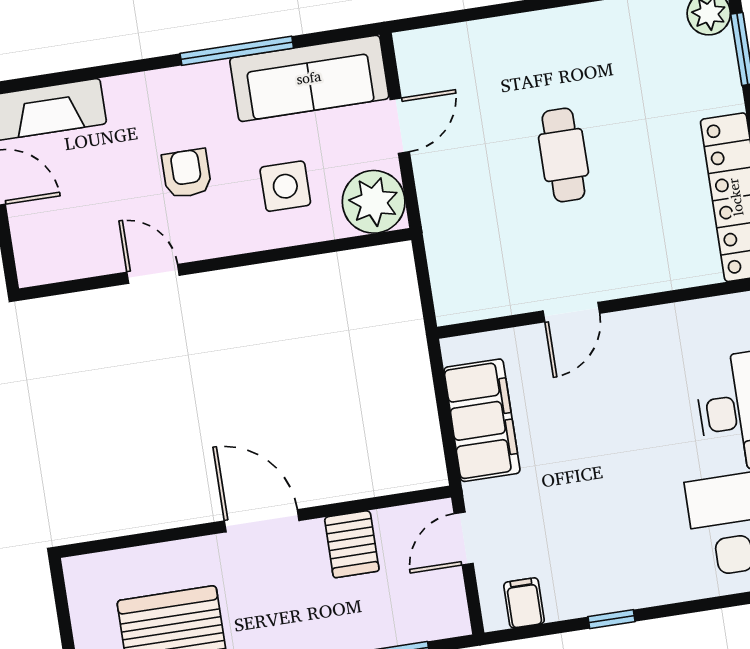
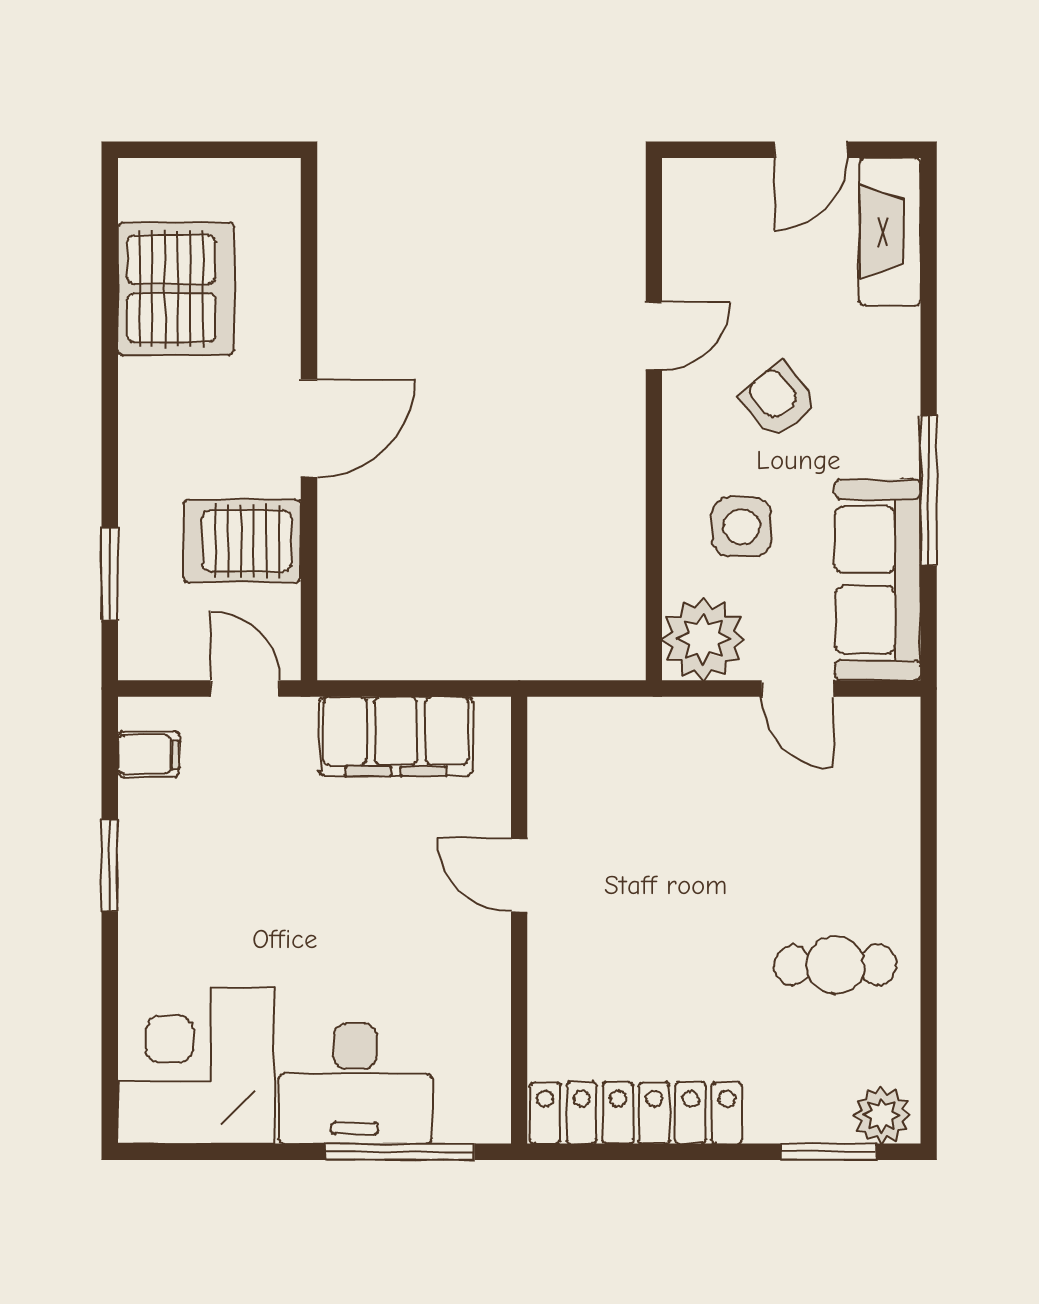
cafe table: (563, 155) -> (835, 965), moved
armchair: (187, 174) -> (778, 400), turned -129
server rack: (352, 544) -> (242, 541), width x1.36, depth x1.44
window: (612, 619) -> (110, 865), width x1.50

